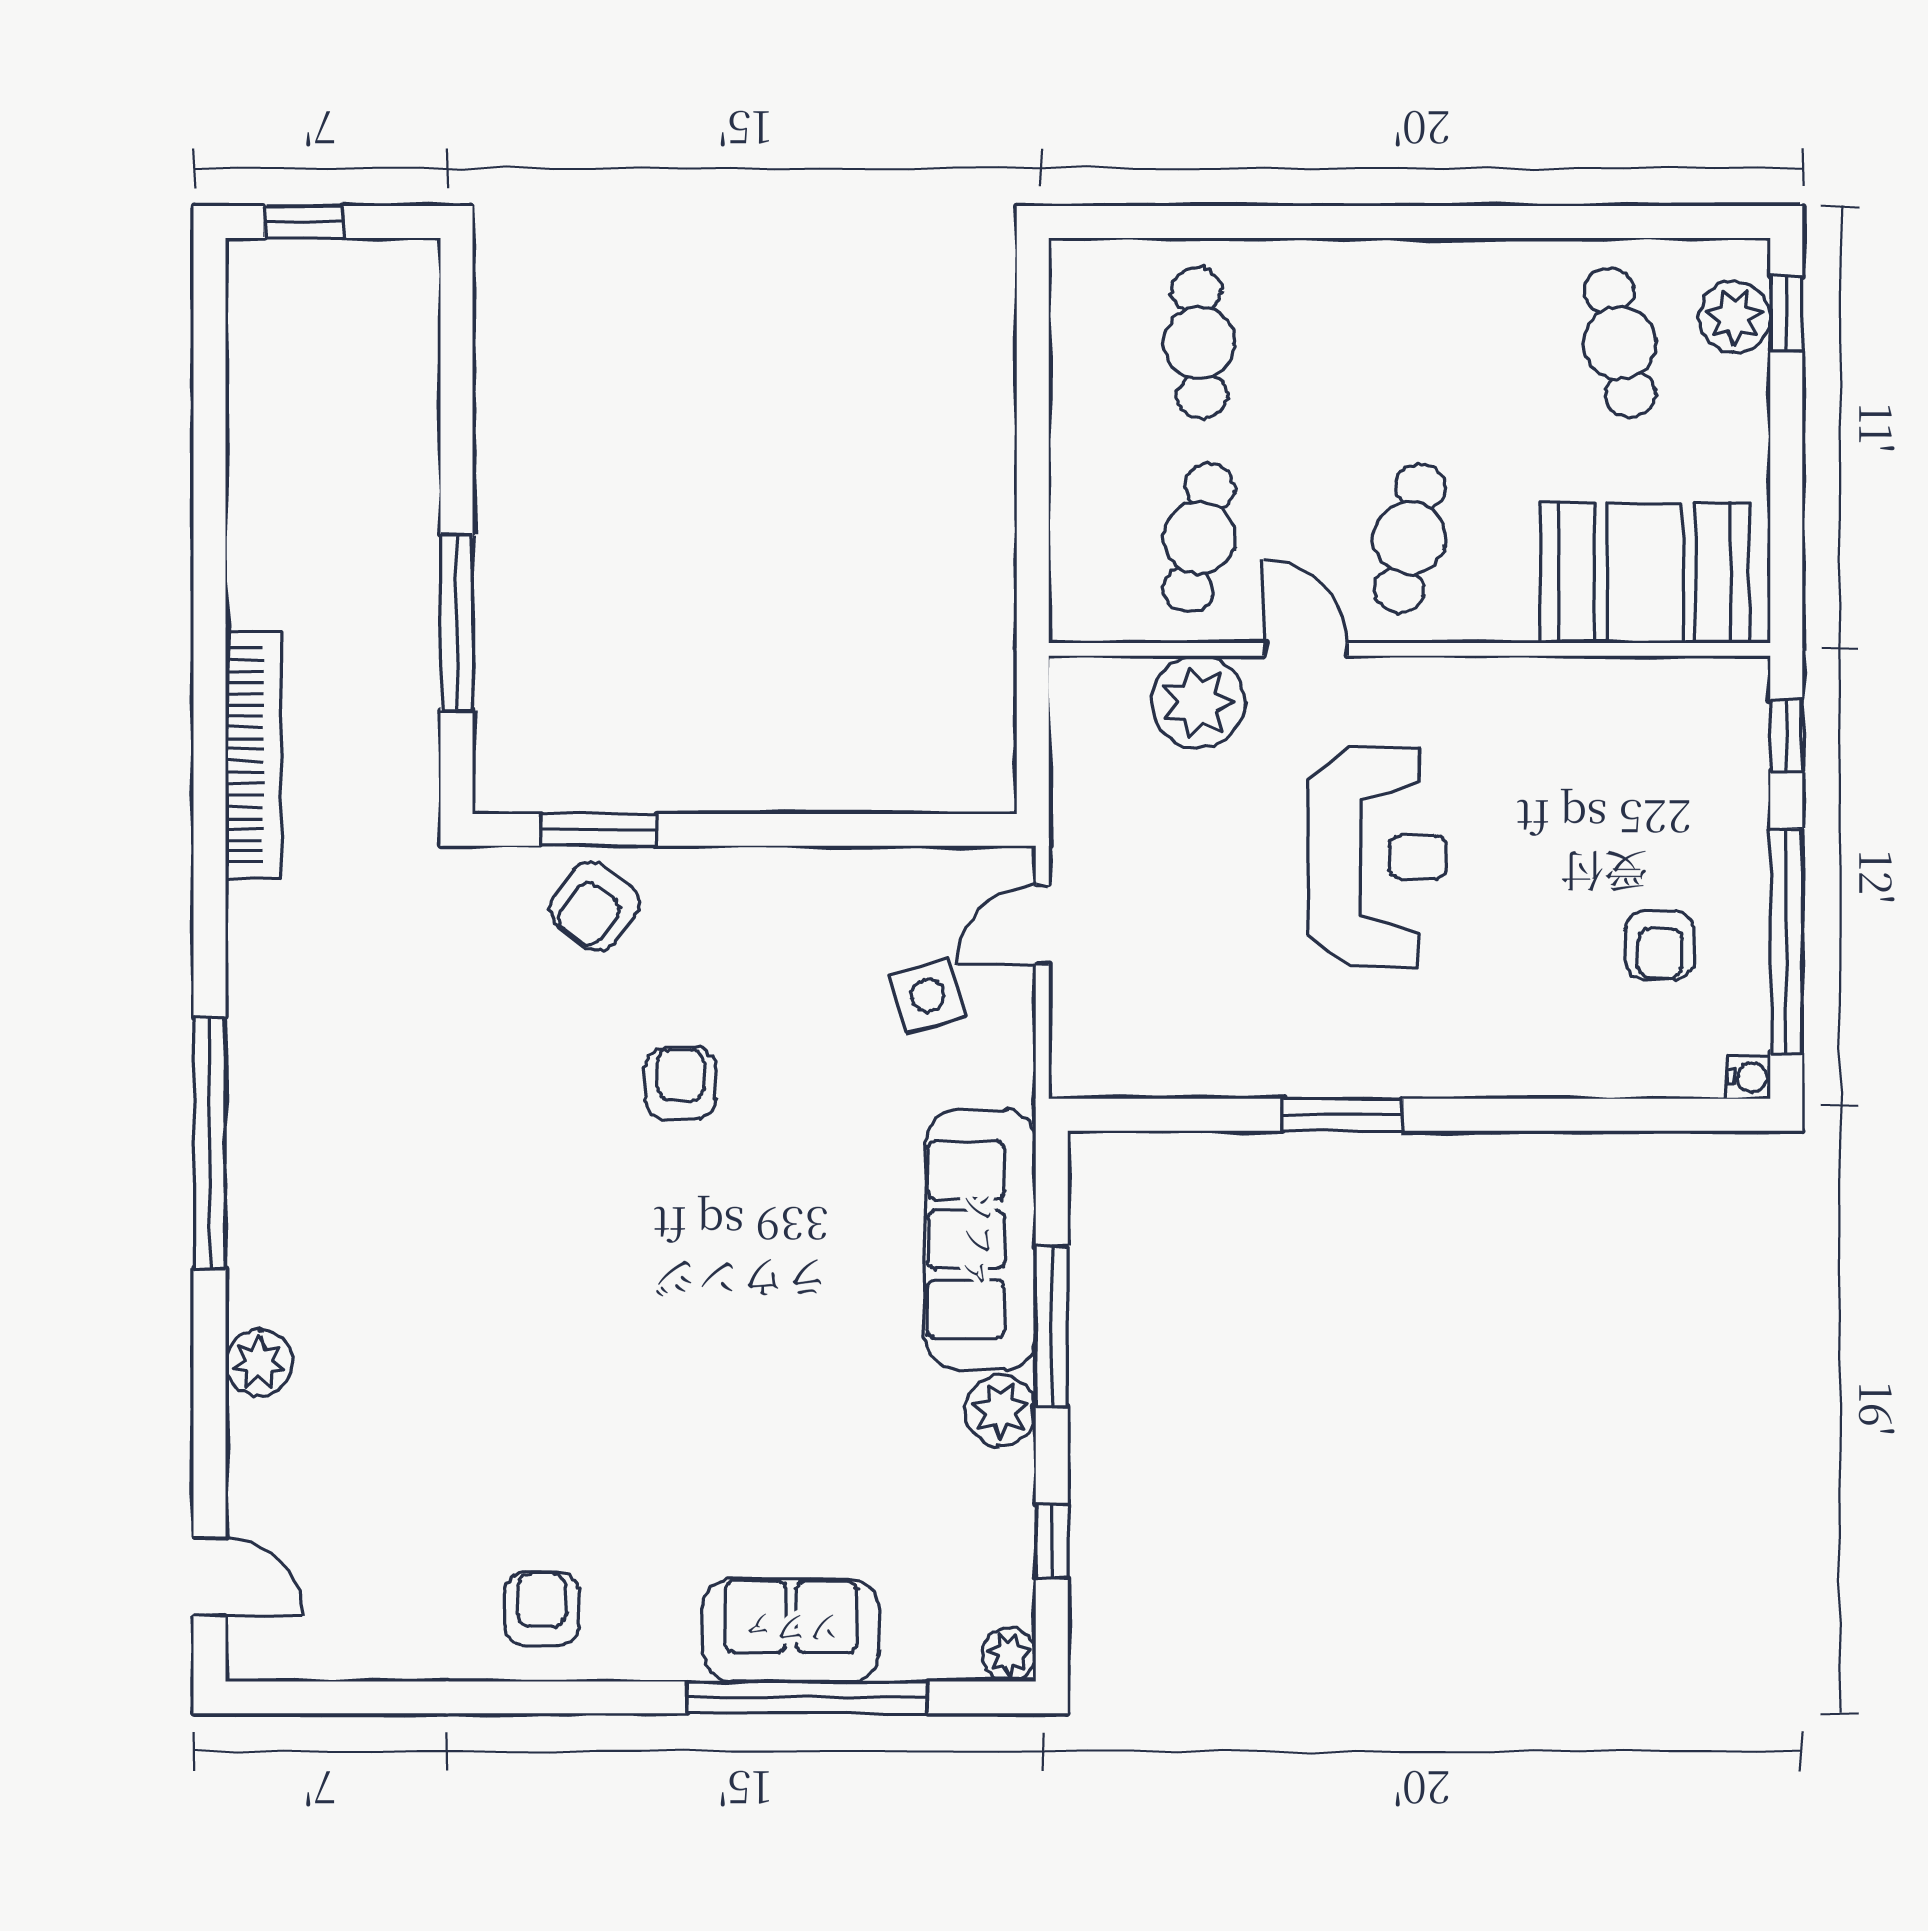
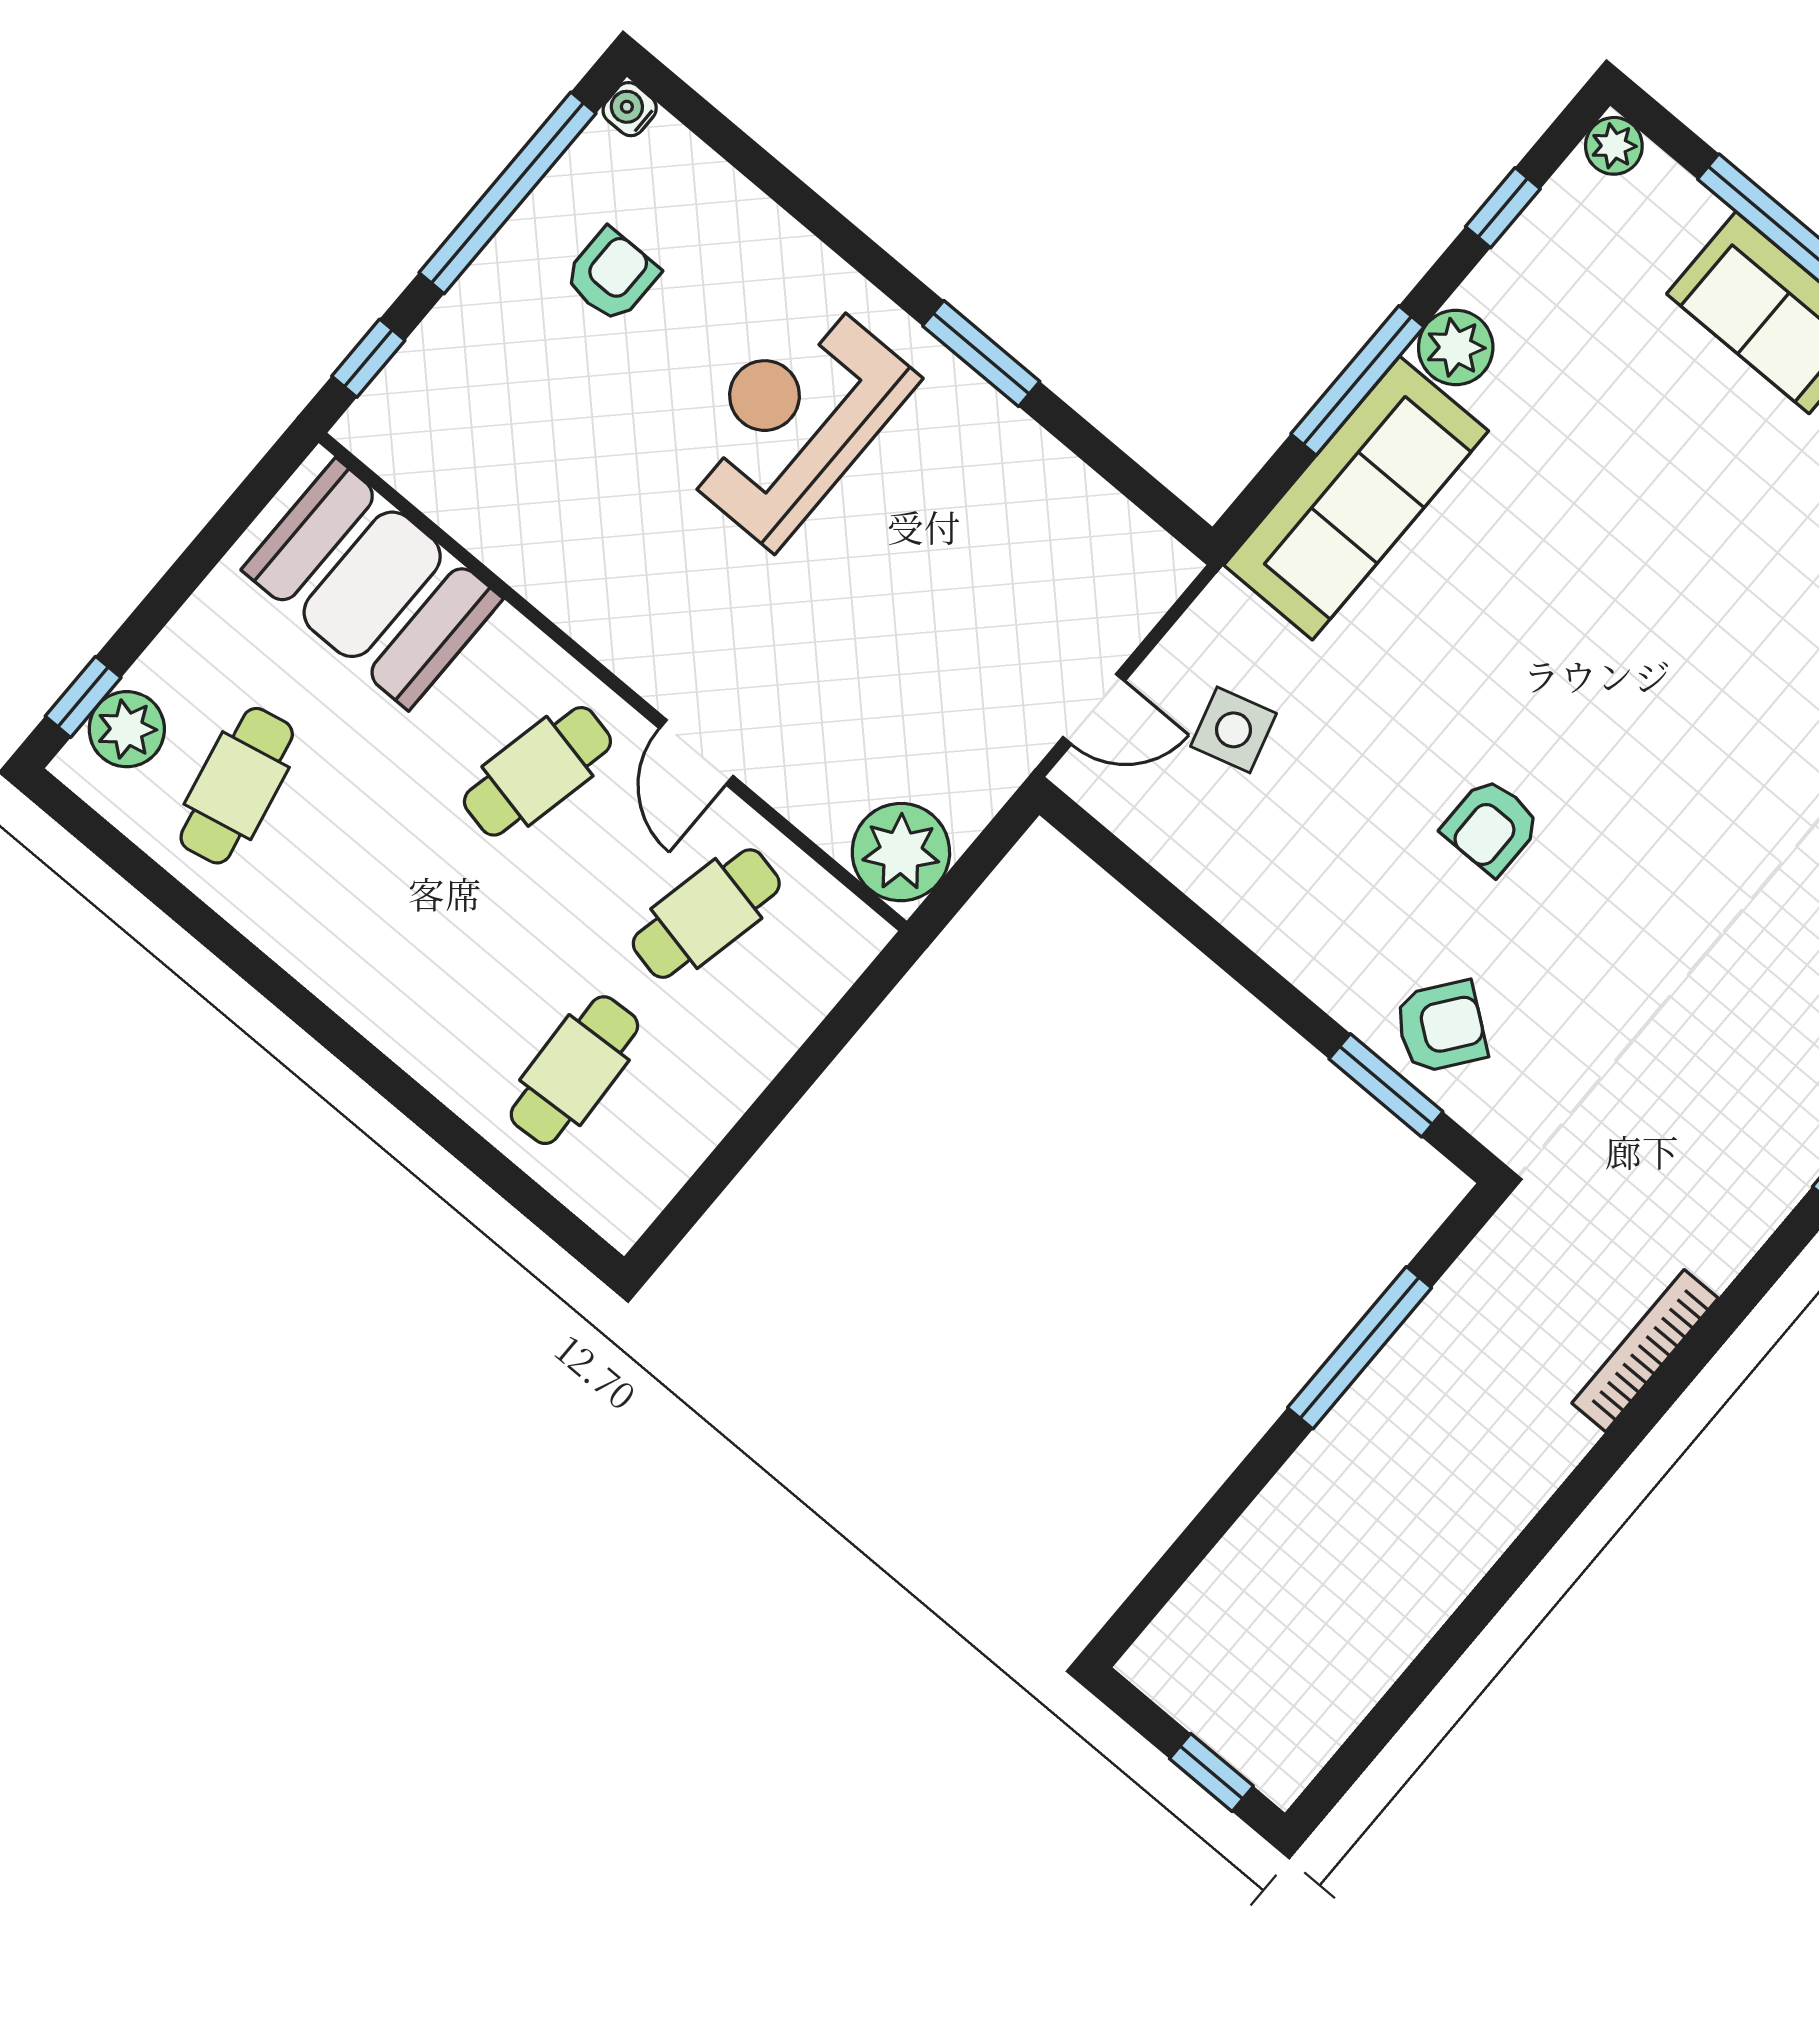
plant: (1198, 702) -> (901, 852), moved
bookcase: (253, 756) -> (1645, 1351), width x0.68, depth x0.76
reception desk: (1378, 857) -> (793, 420), moved

